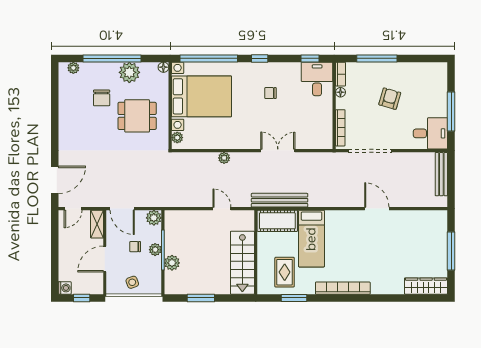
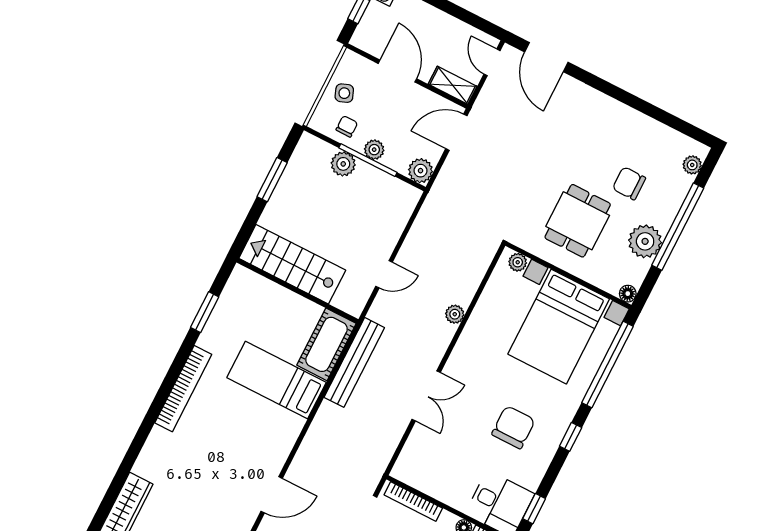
chair: (270, 93) -> (513, 427), width x1.87, depth x1.87
chair: (135, 247) -> (347, 126), moved
rug: (285, 272) -> (248, 317), removed

